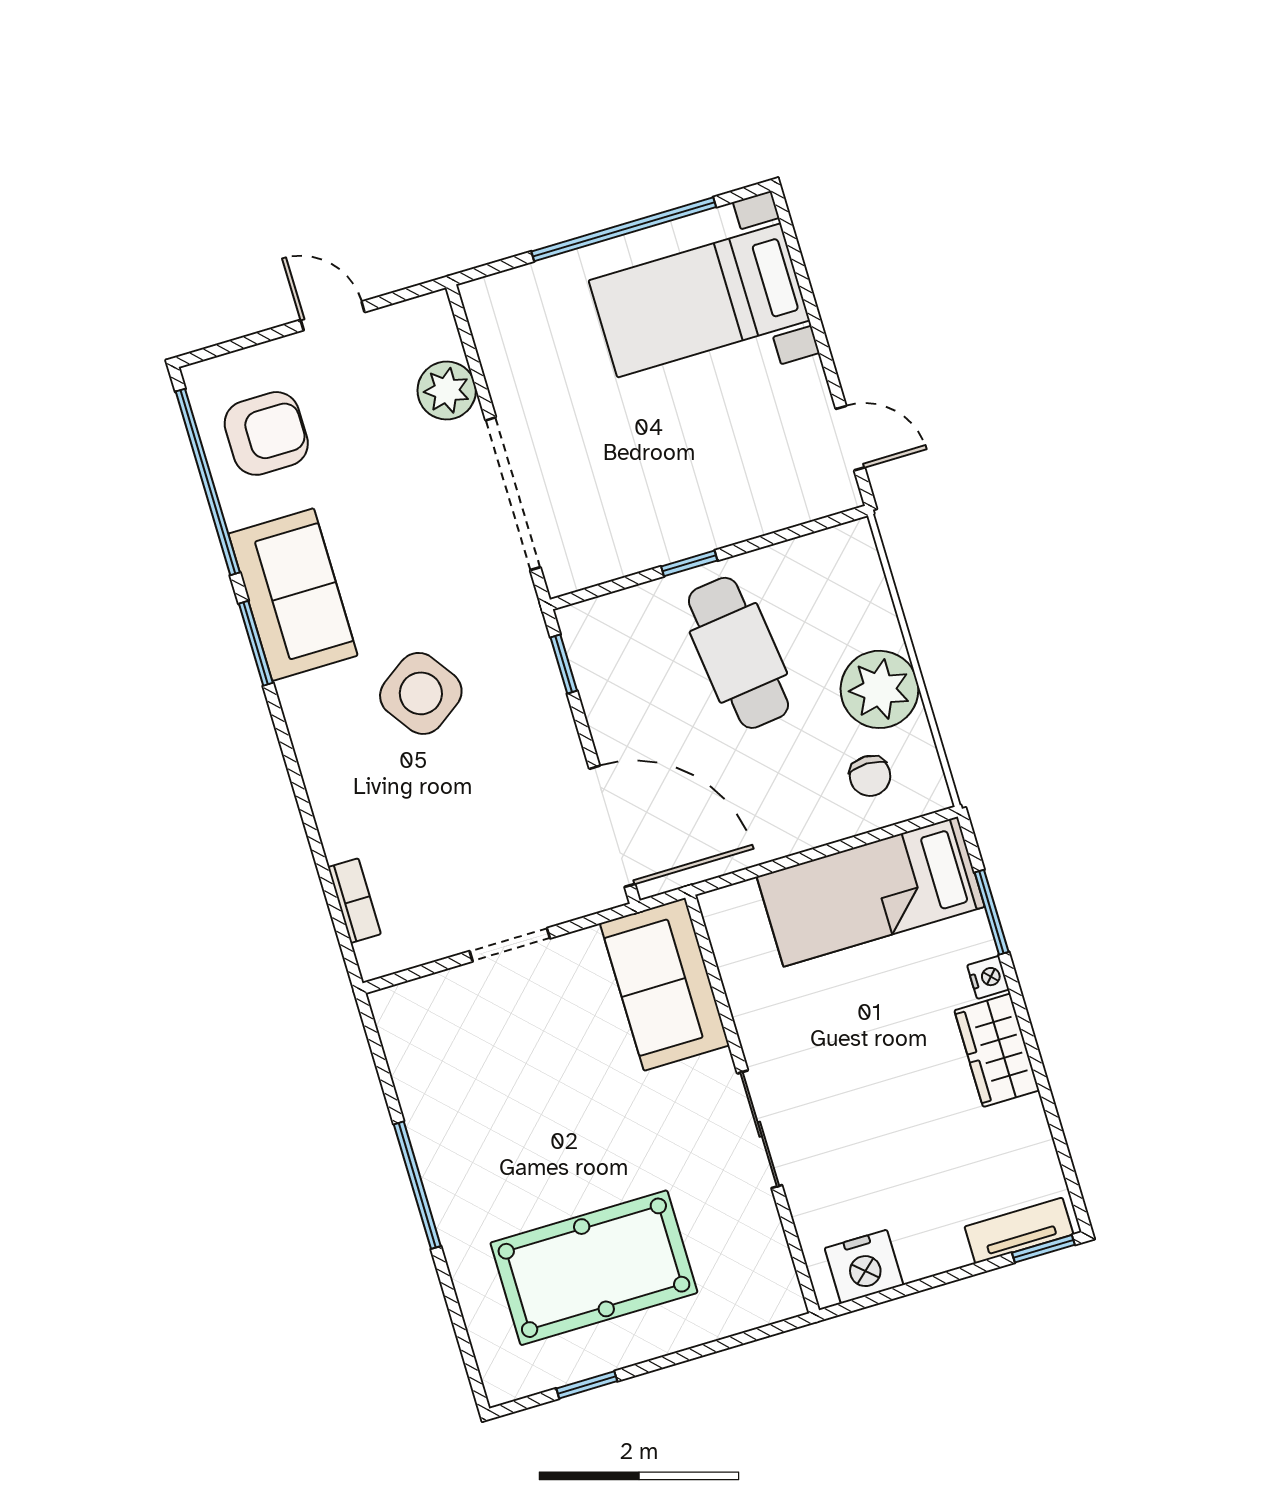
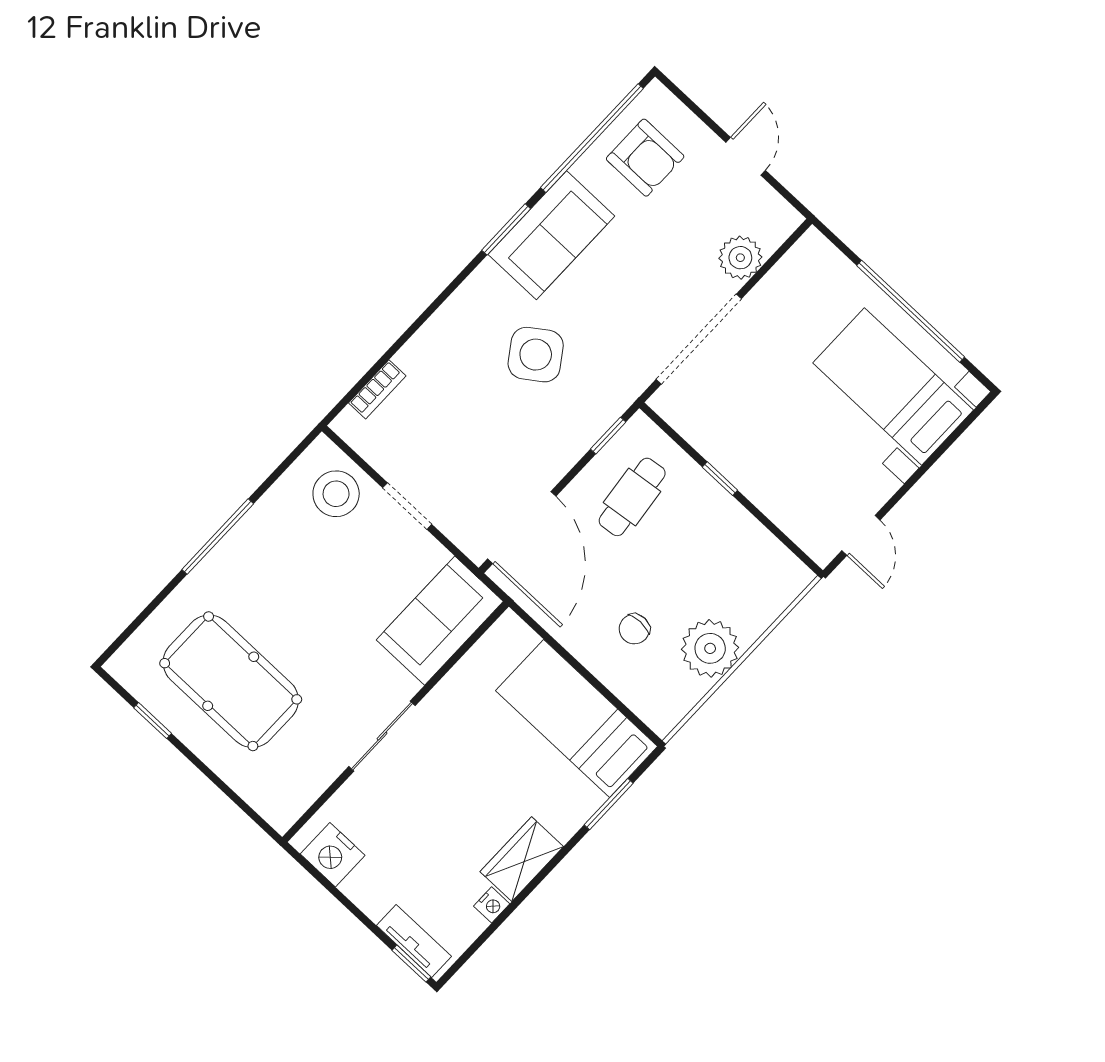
cafe table: (738, 653) -> (632, 497), moved, width x0.73, depth x0.74
chair: (870, 776) -> (634, 629), moved
nightstand: (988, 977) -> (492, 905), moved
stool: (448, 1019) -> (336, 494), added

